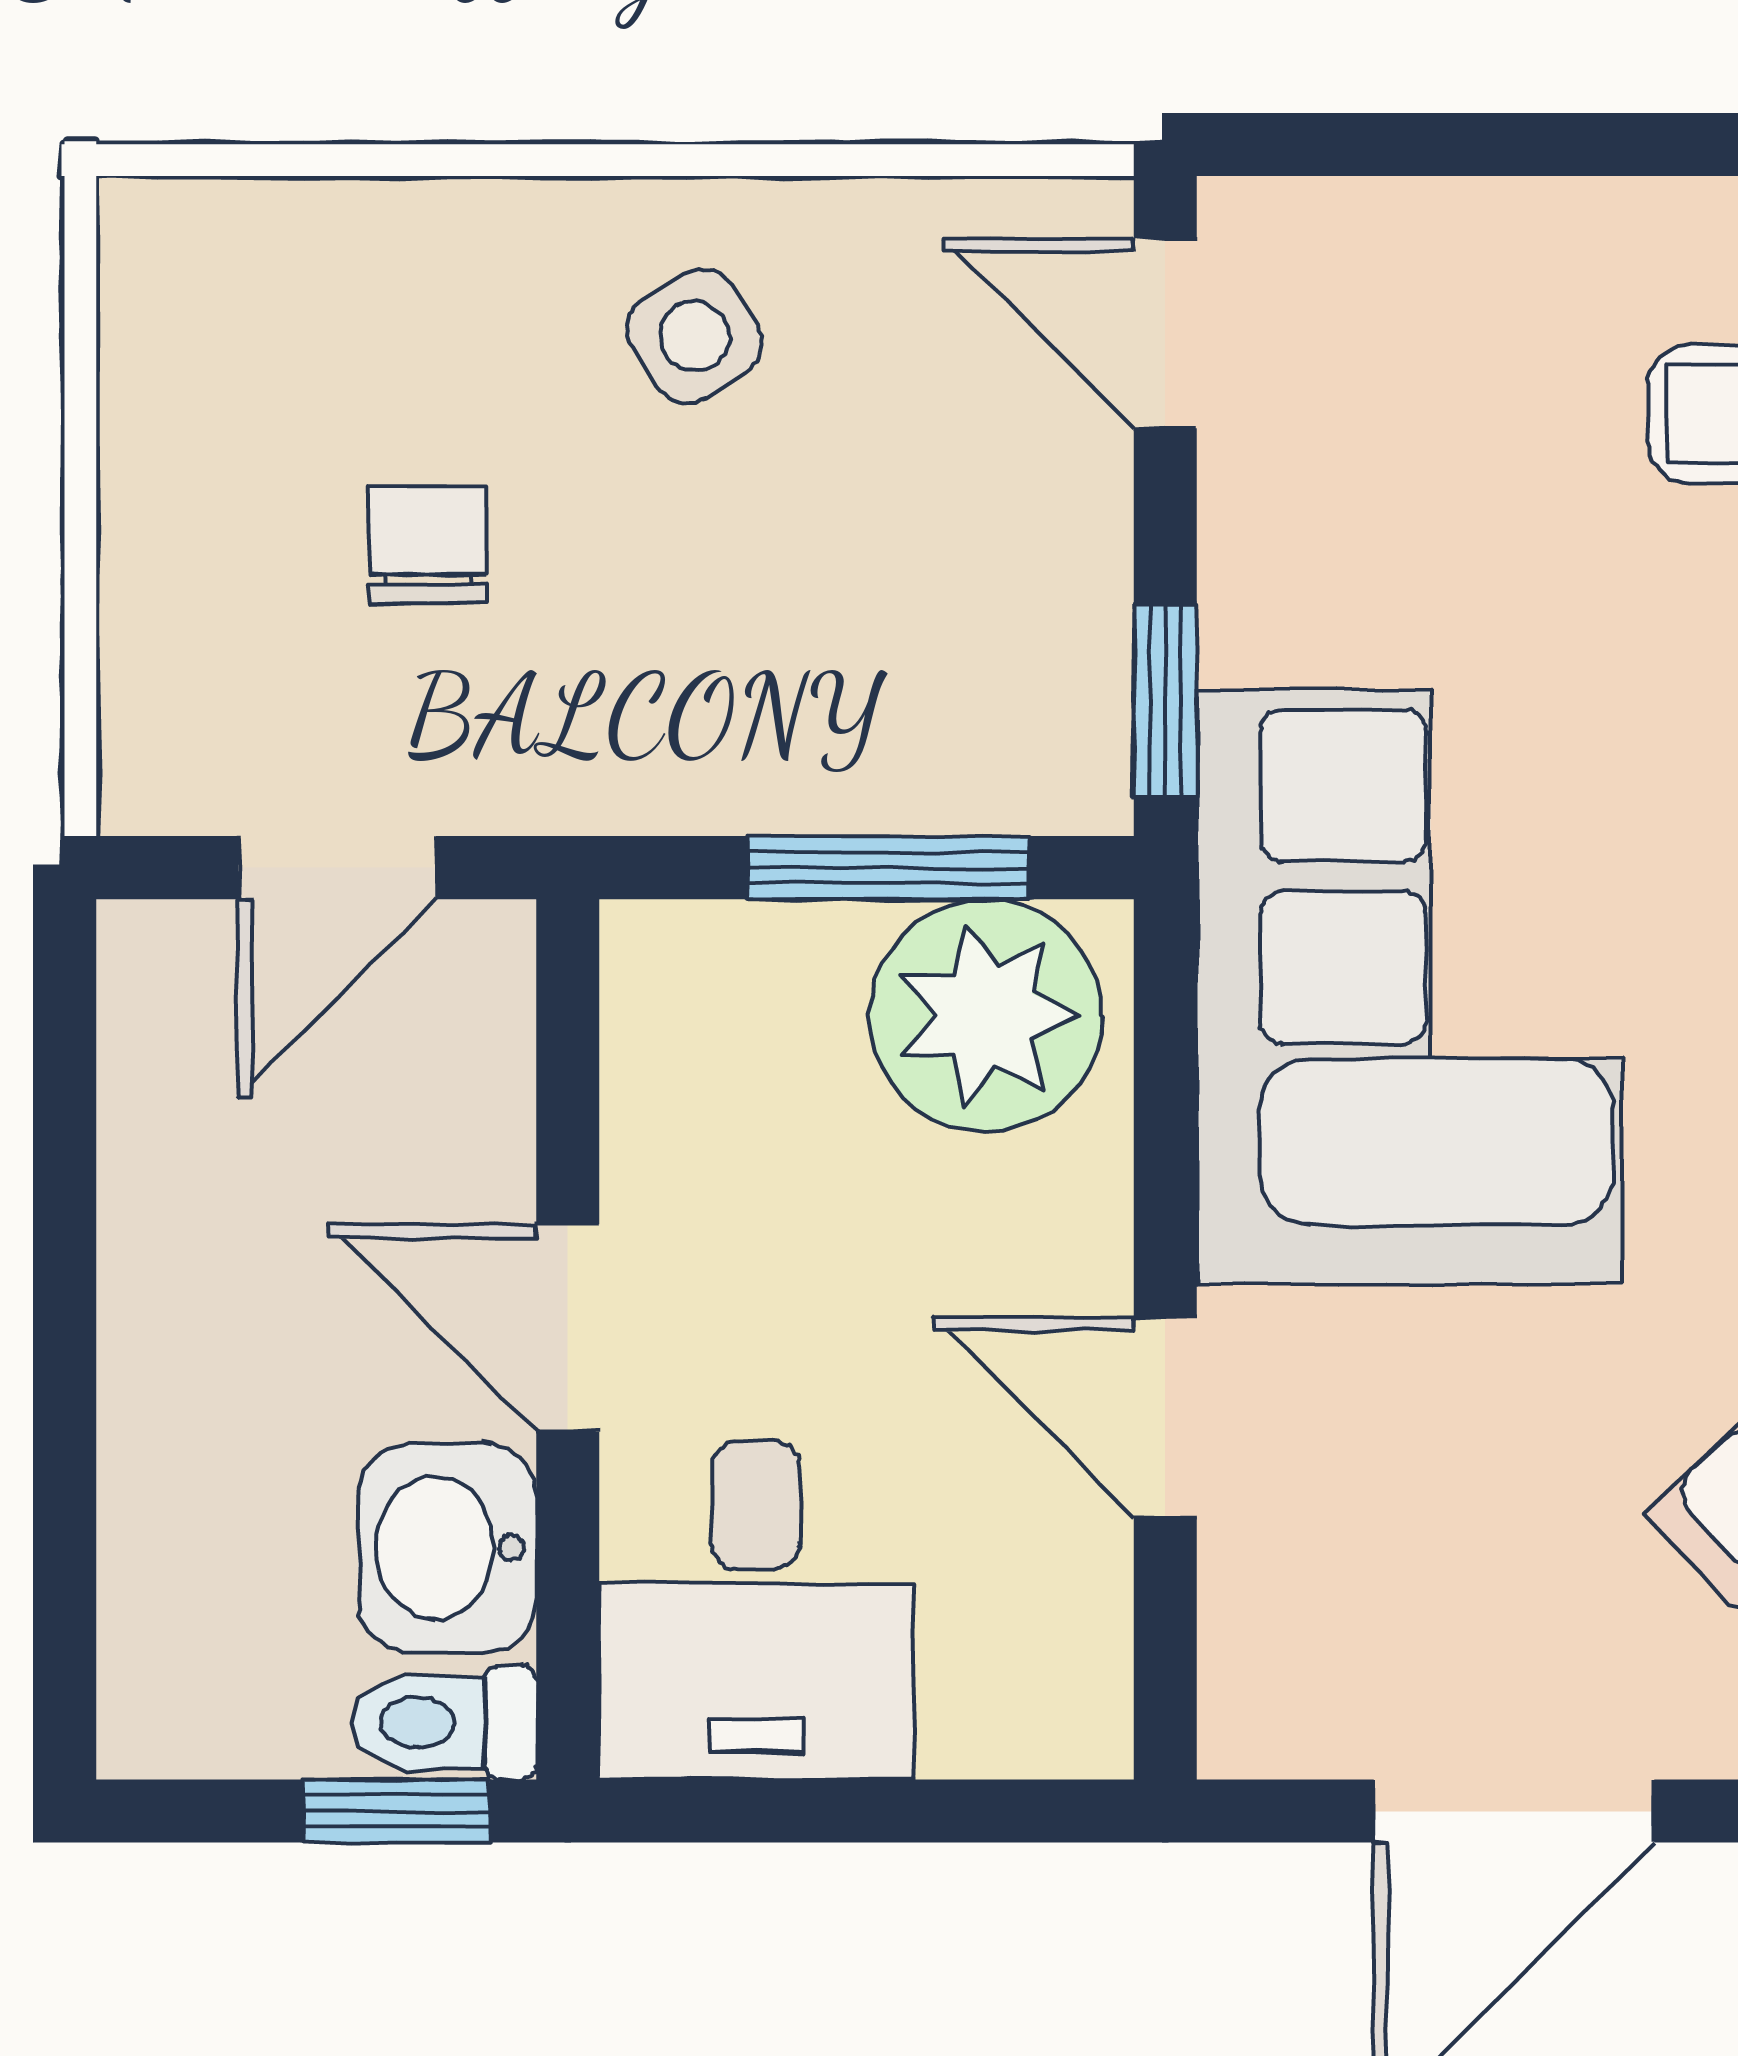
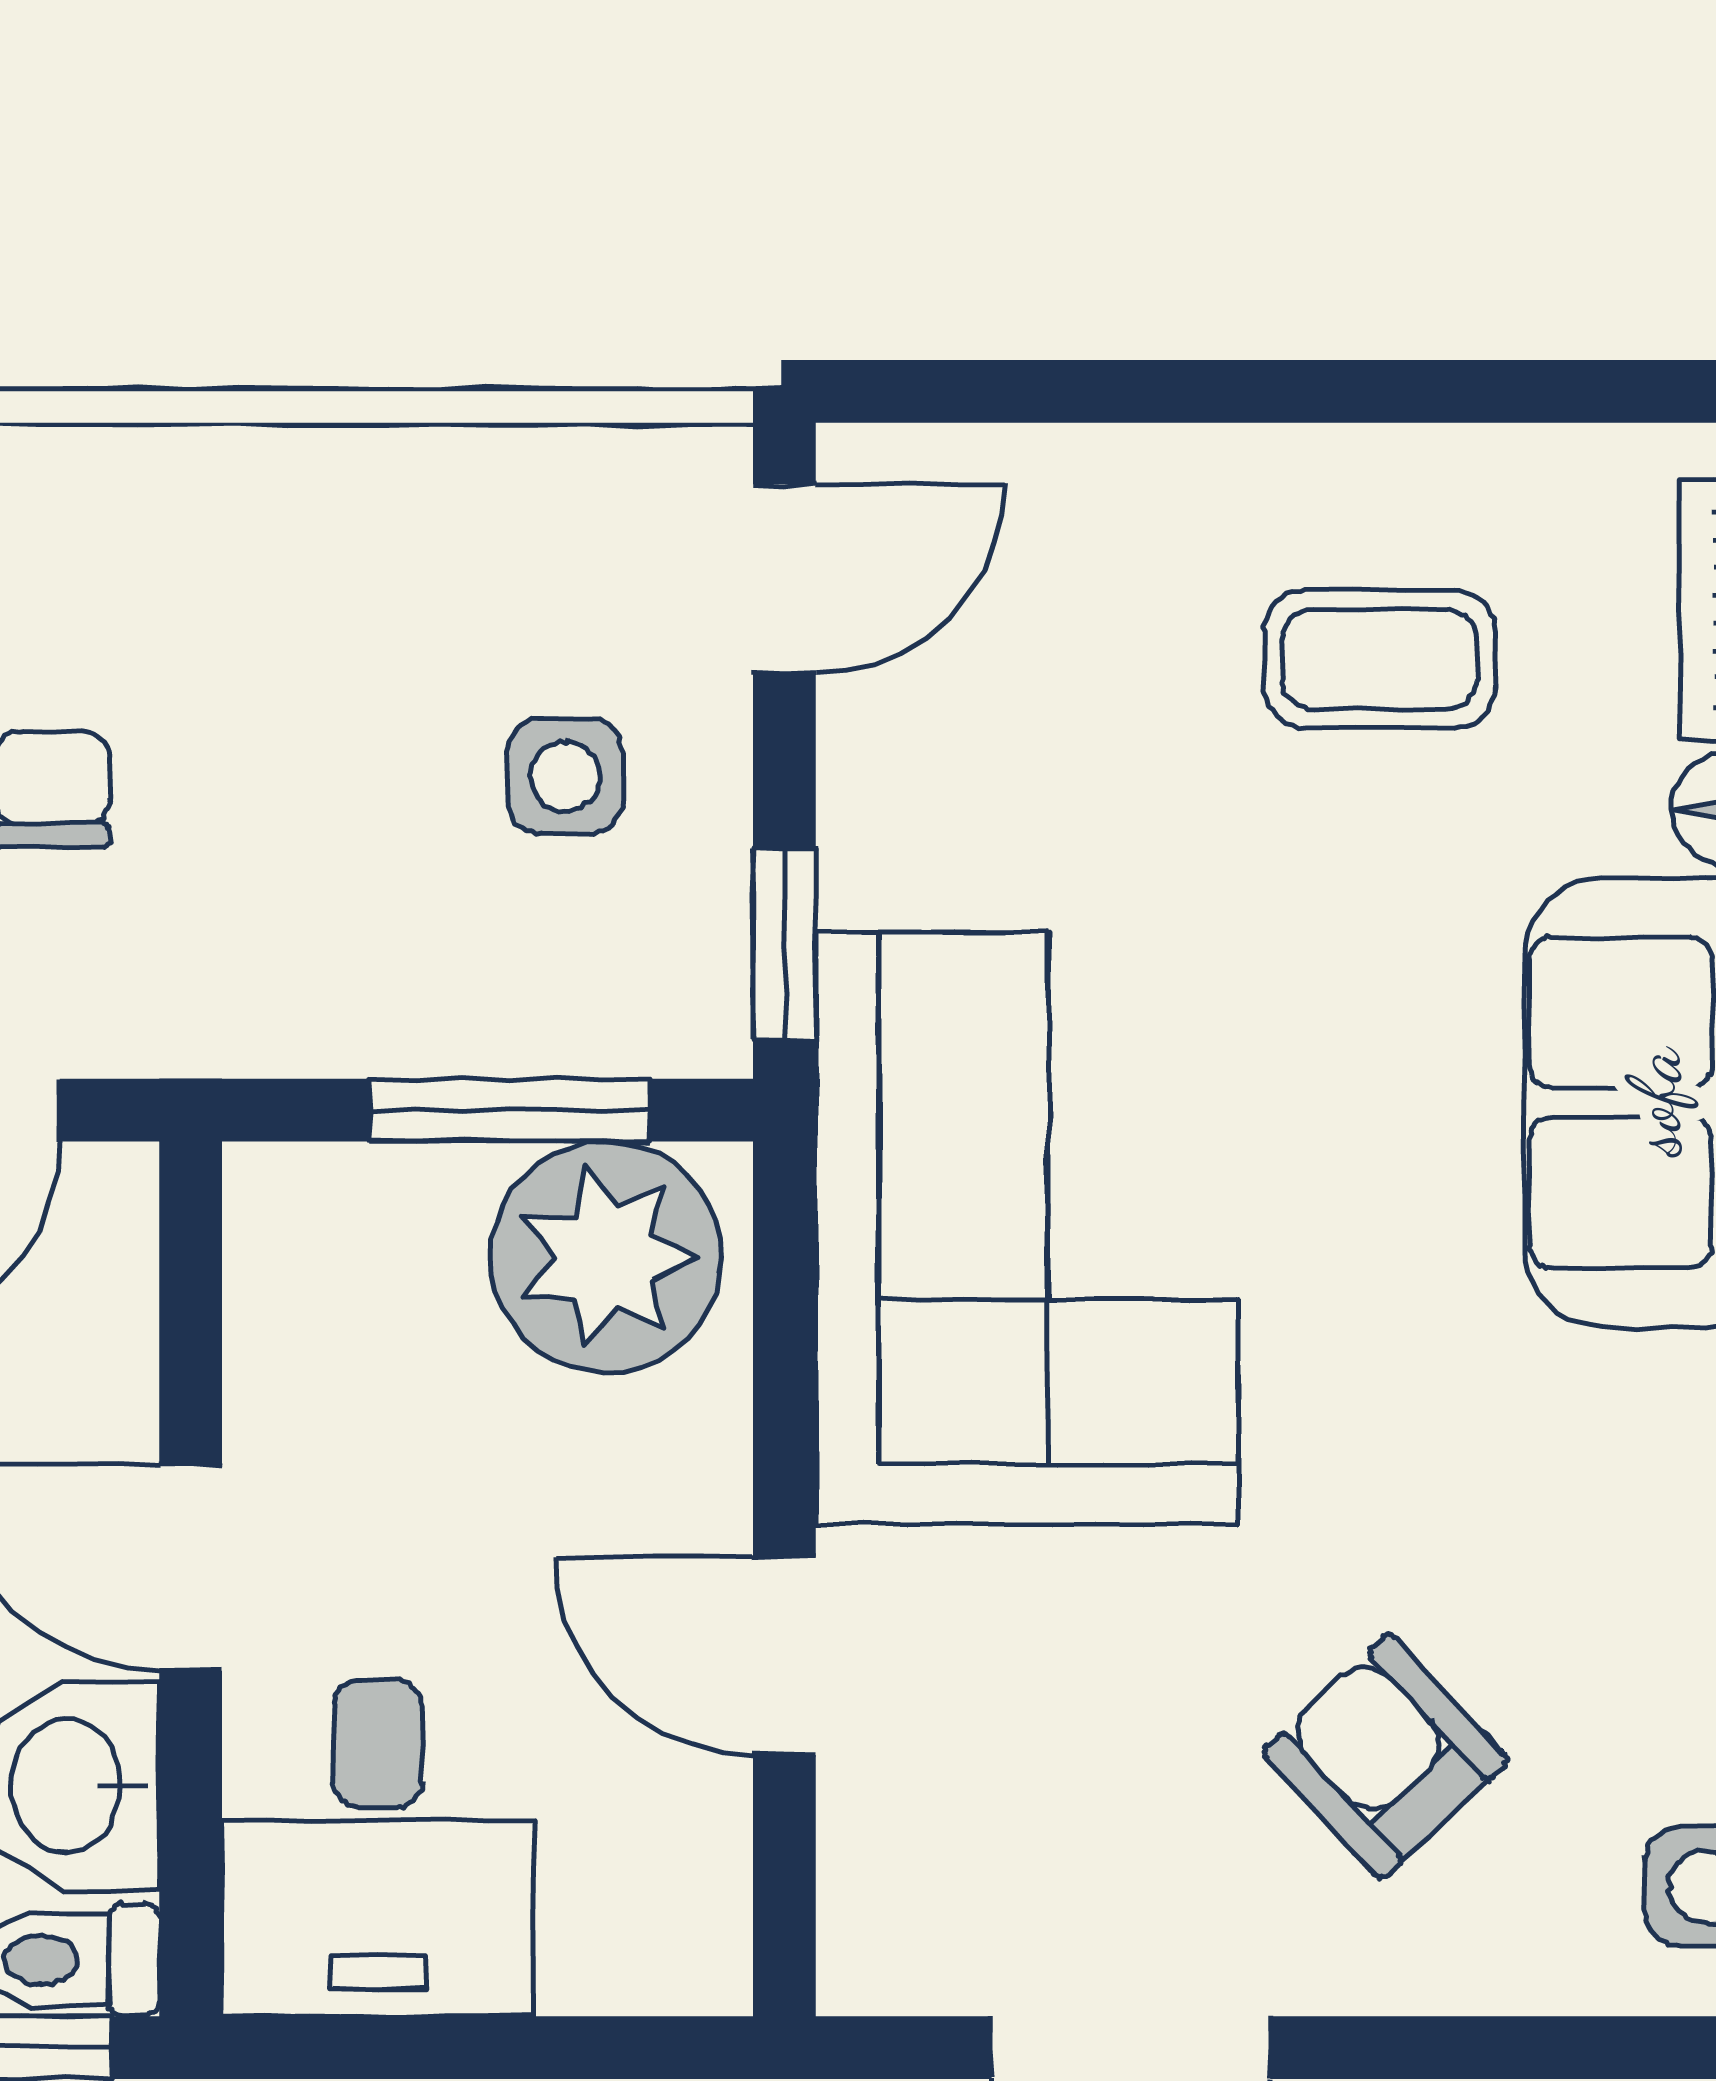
door: (1165, 333) -> (784, 579), swing flipped
side table: (694, 336) -> (565, 776), moved, turned 32

